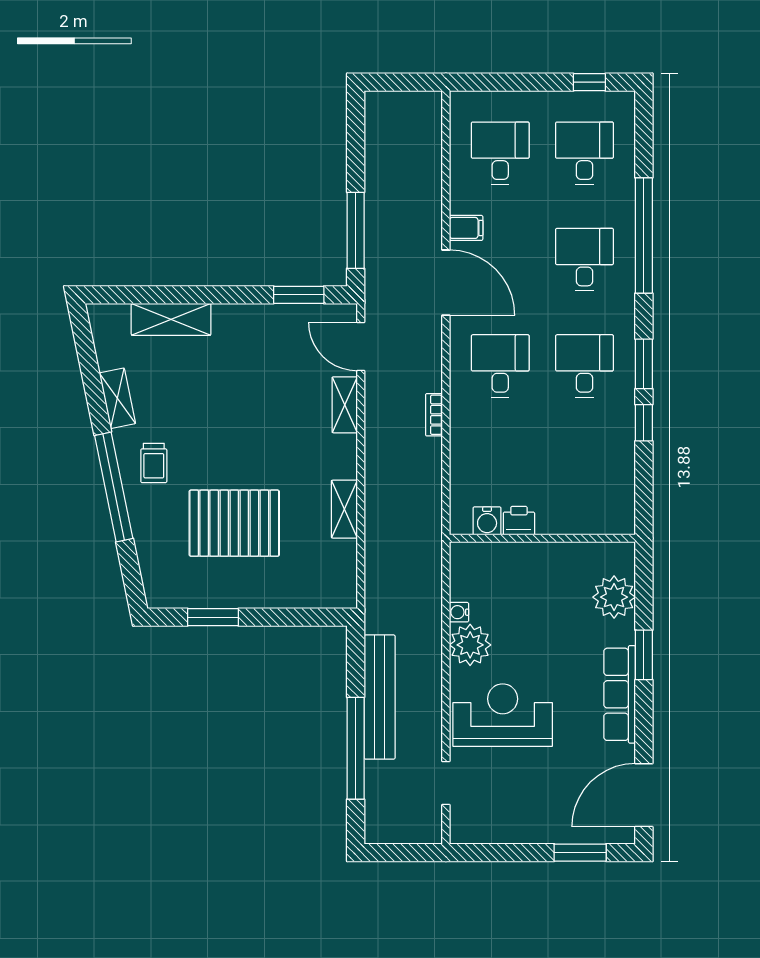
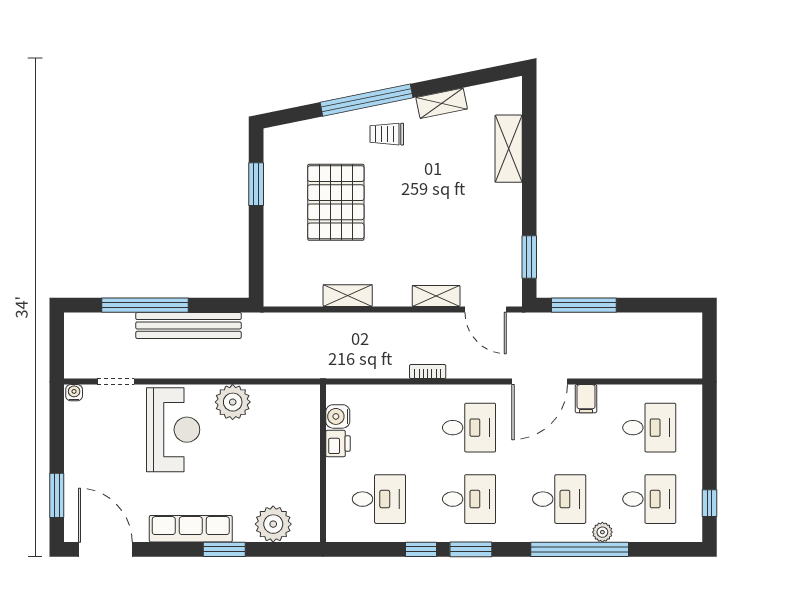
plant: (624, 209) -> (602, 532), added
door: (361, 346) -> (486, 309), swing flipped
desk: (584, 472) -> (379, 499), added
water cooler: (459, 612) -> (74, 393), moved

